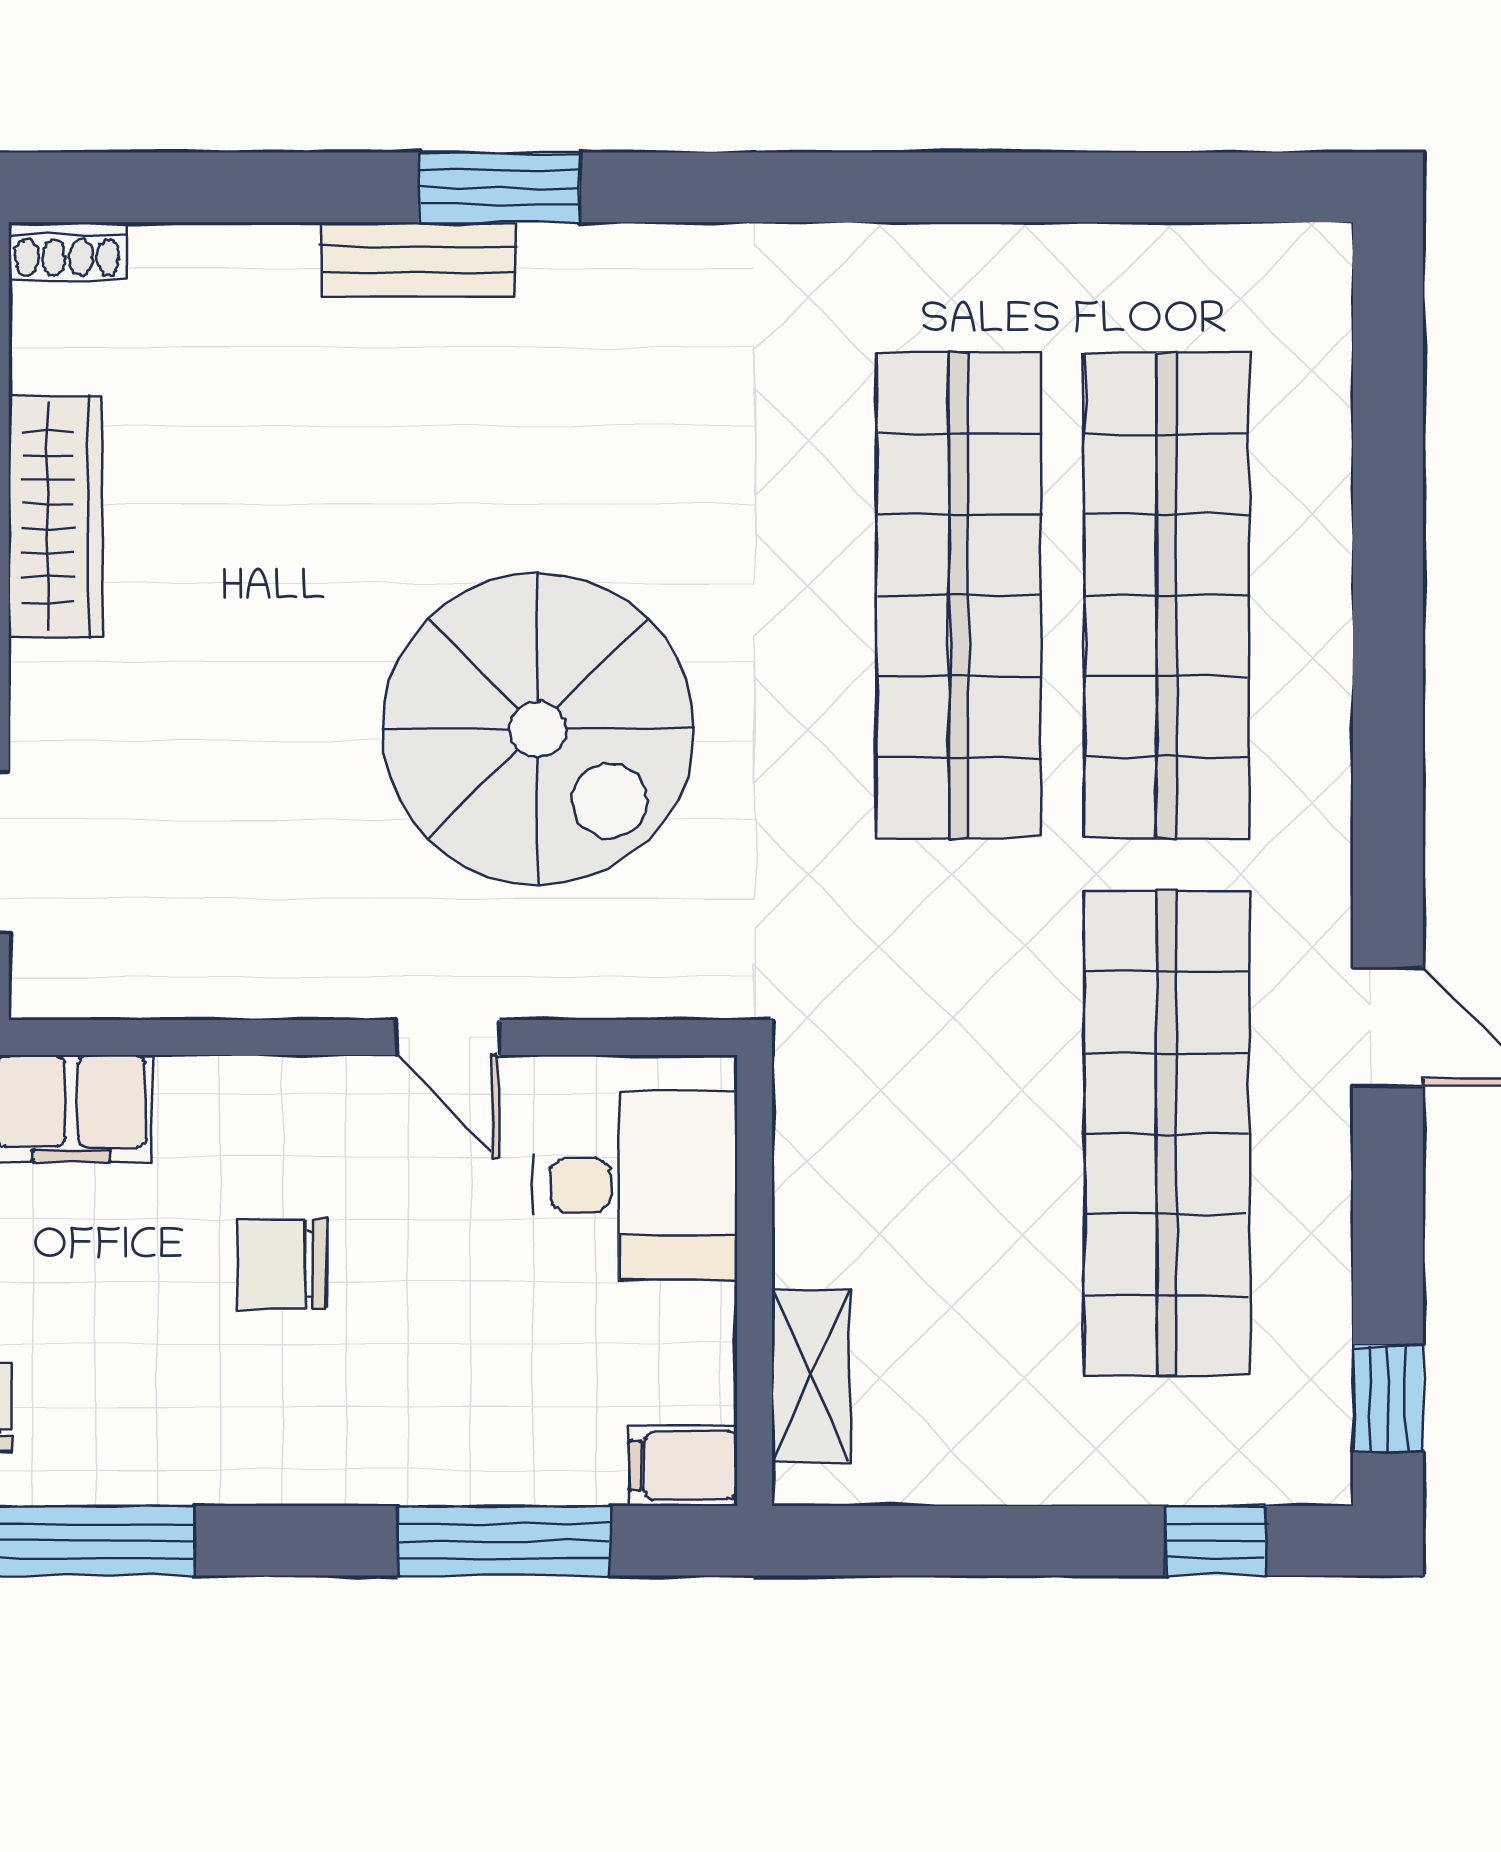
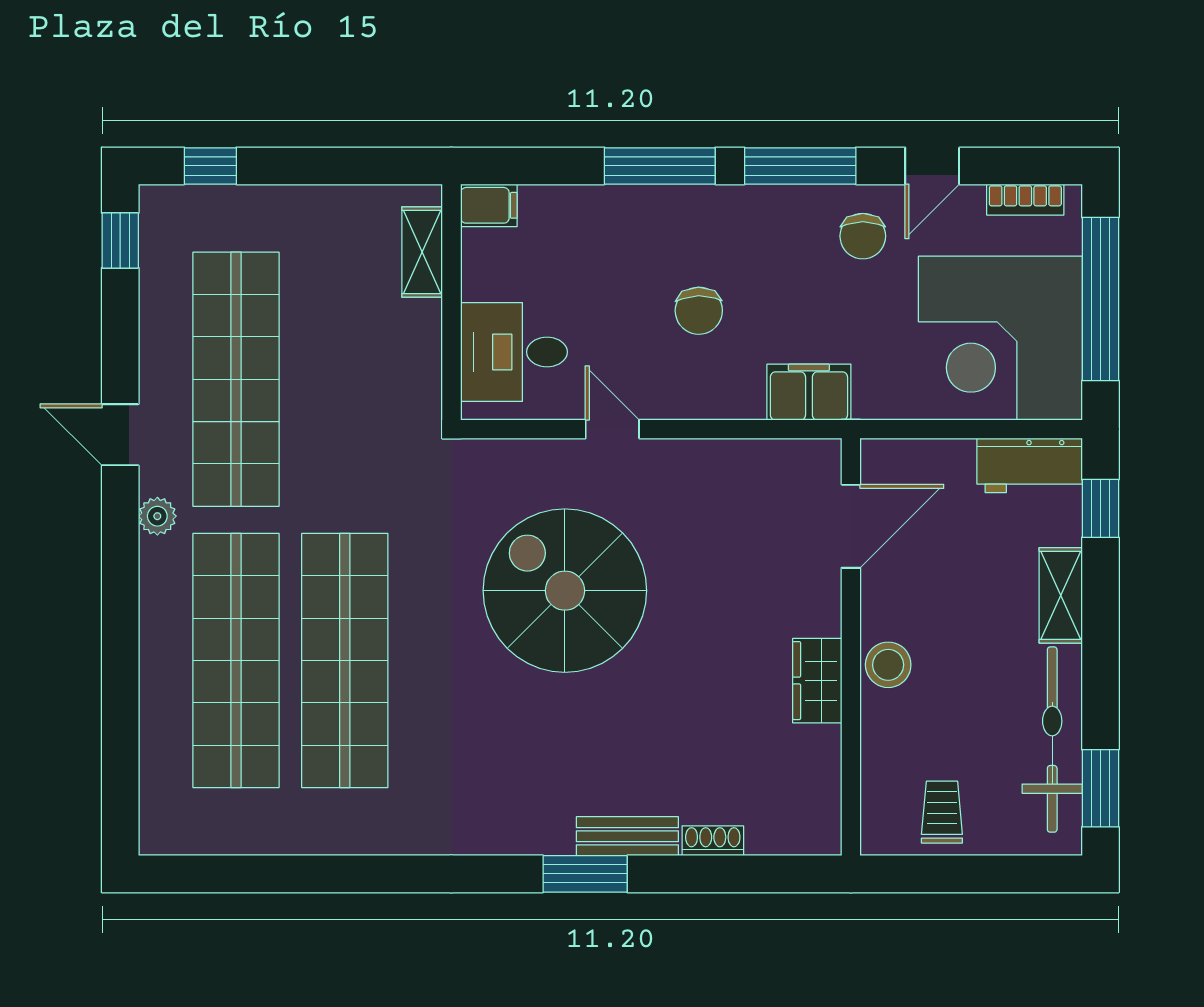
shoe rack: (67, 251) -> (713, 841), moved
wardrobe: (55, 516) -> (817, 681), width x0.67
plant: (1317, 871) -> (157, 516), added
chair: (282, 1264) -> (699, 311), turned 89
window: (504, 1541) -> (660, 166), moved

